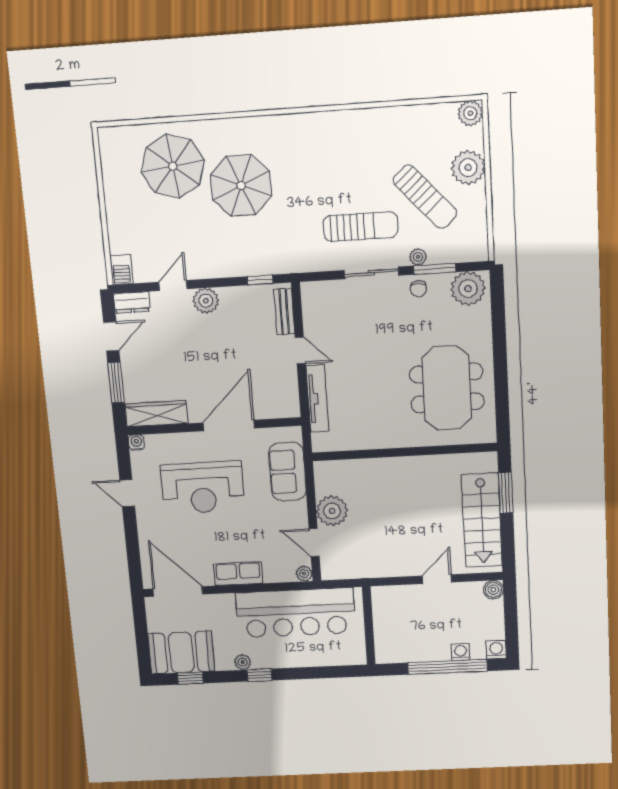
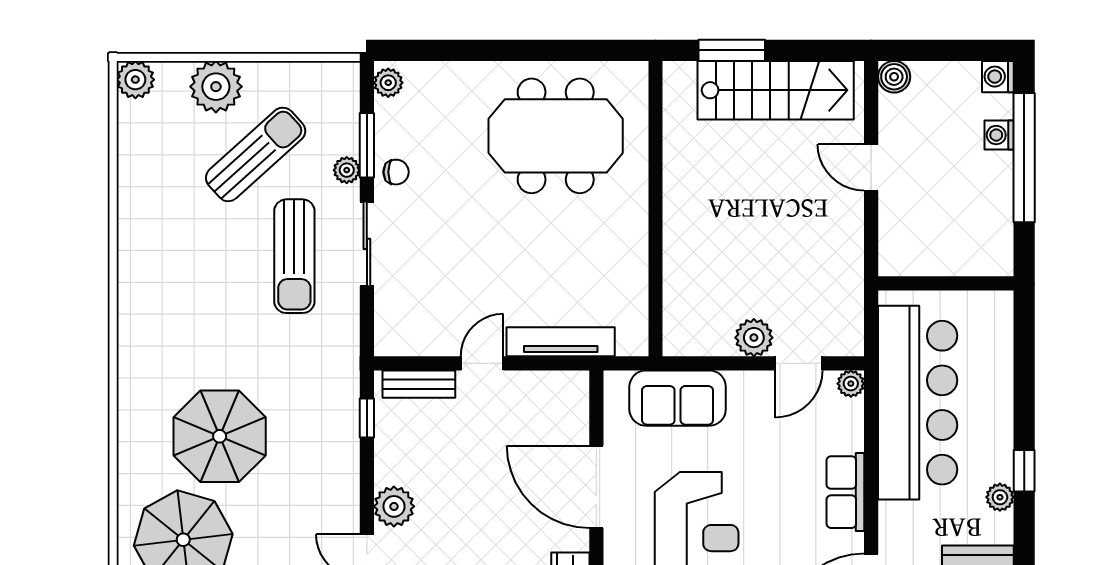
sun lounger: (360, 227) -> (294, 256), turned 180
plant: (468, 289) -> (388, 83), width x0.53, depth x0.53
plant: (332, 511) -> (754, 338), width x0.73, depth x0.73

